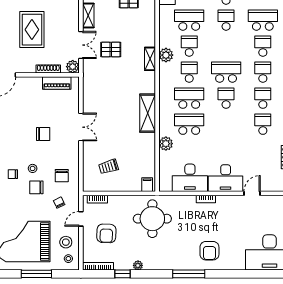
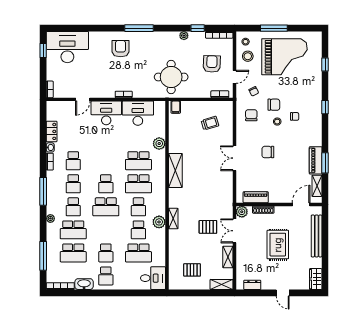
school desk: (263, 46) -> (73, 230), width x1.85

